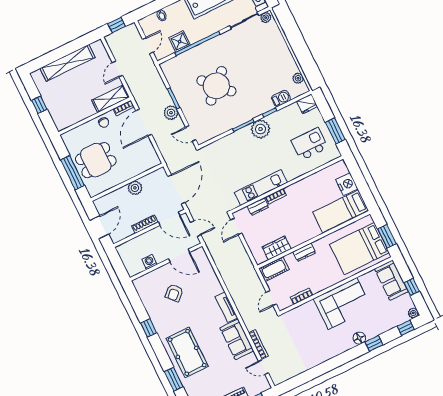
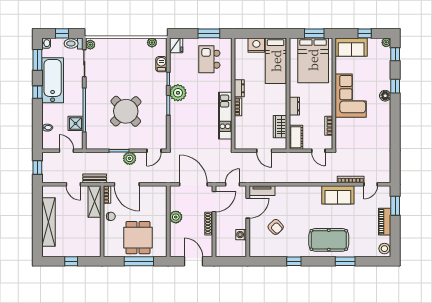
bench: (134, 88) -> (95, 178), added
dresser: (258, 207) -> (239, 88), moved
door: (236, 226) -> (264, 151), moved
tv unit: (226, 307) -> (262, 191), moved

